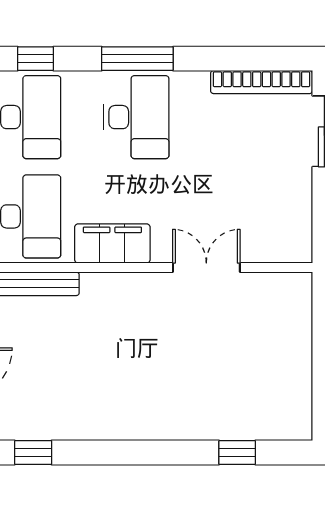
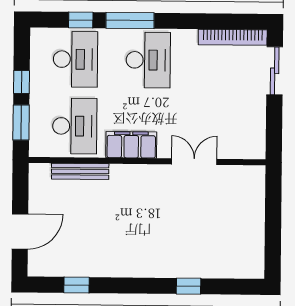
window: (137, 59) -> (130, 20), moved
window: (237, 453) -> (188, 286), moved

